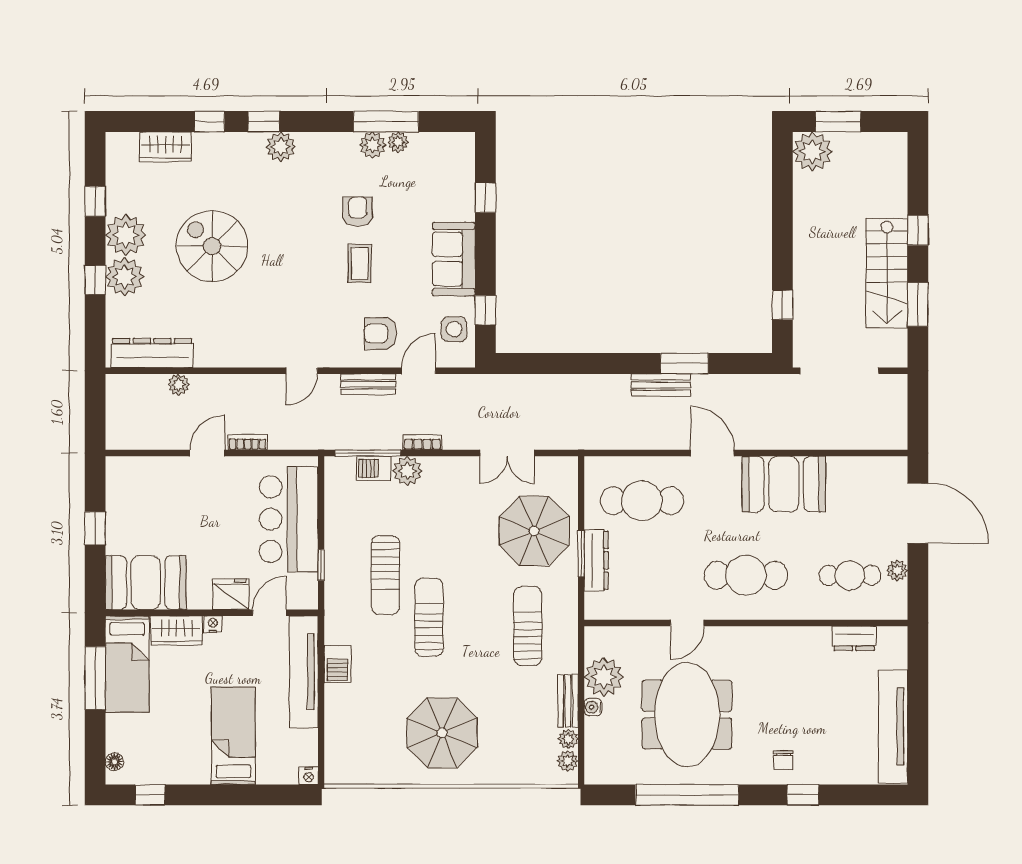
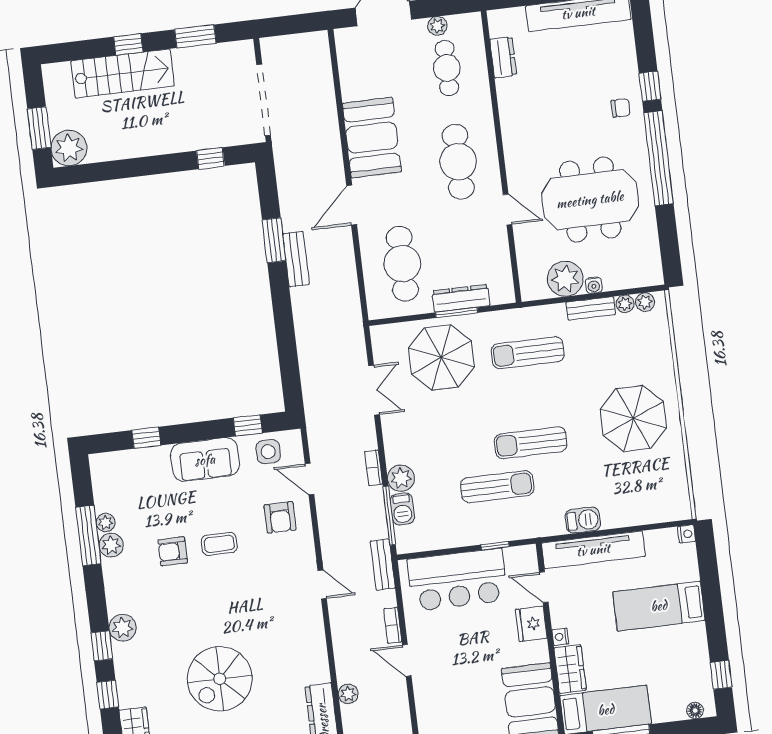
stairs: (887, 273) -> (123, 73), moved
bench: (368, 384) -> (383, 565), moved
window: (687, 795) -> (659, 158), moved

